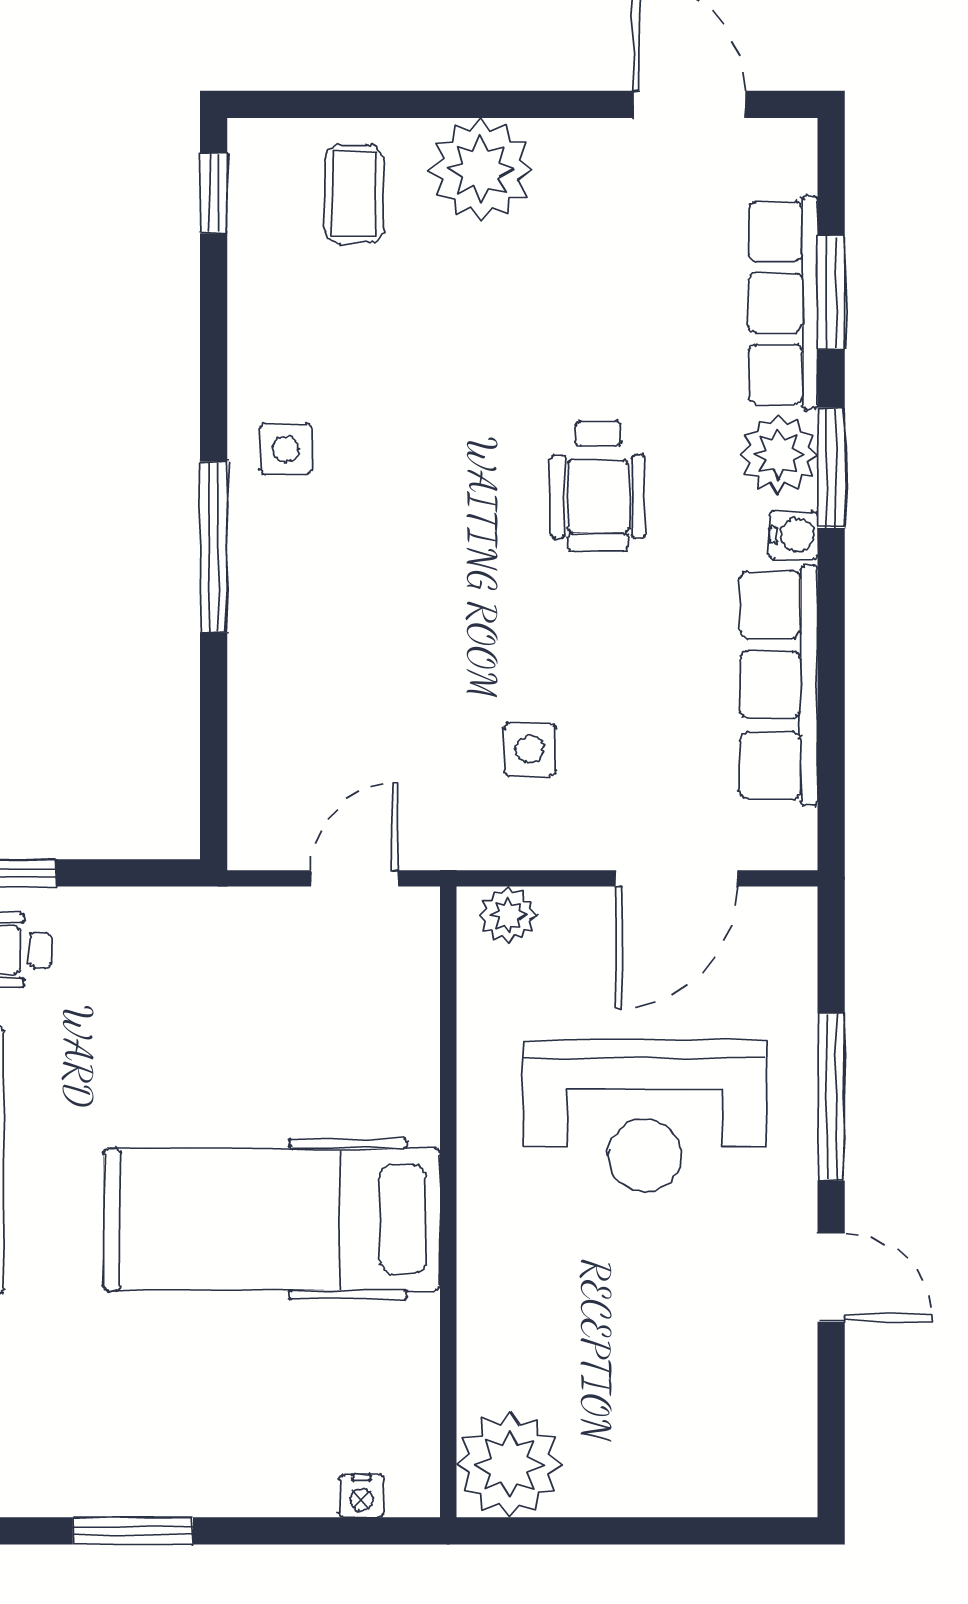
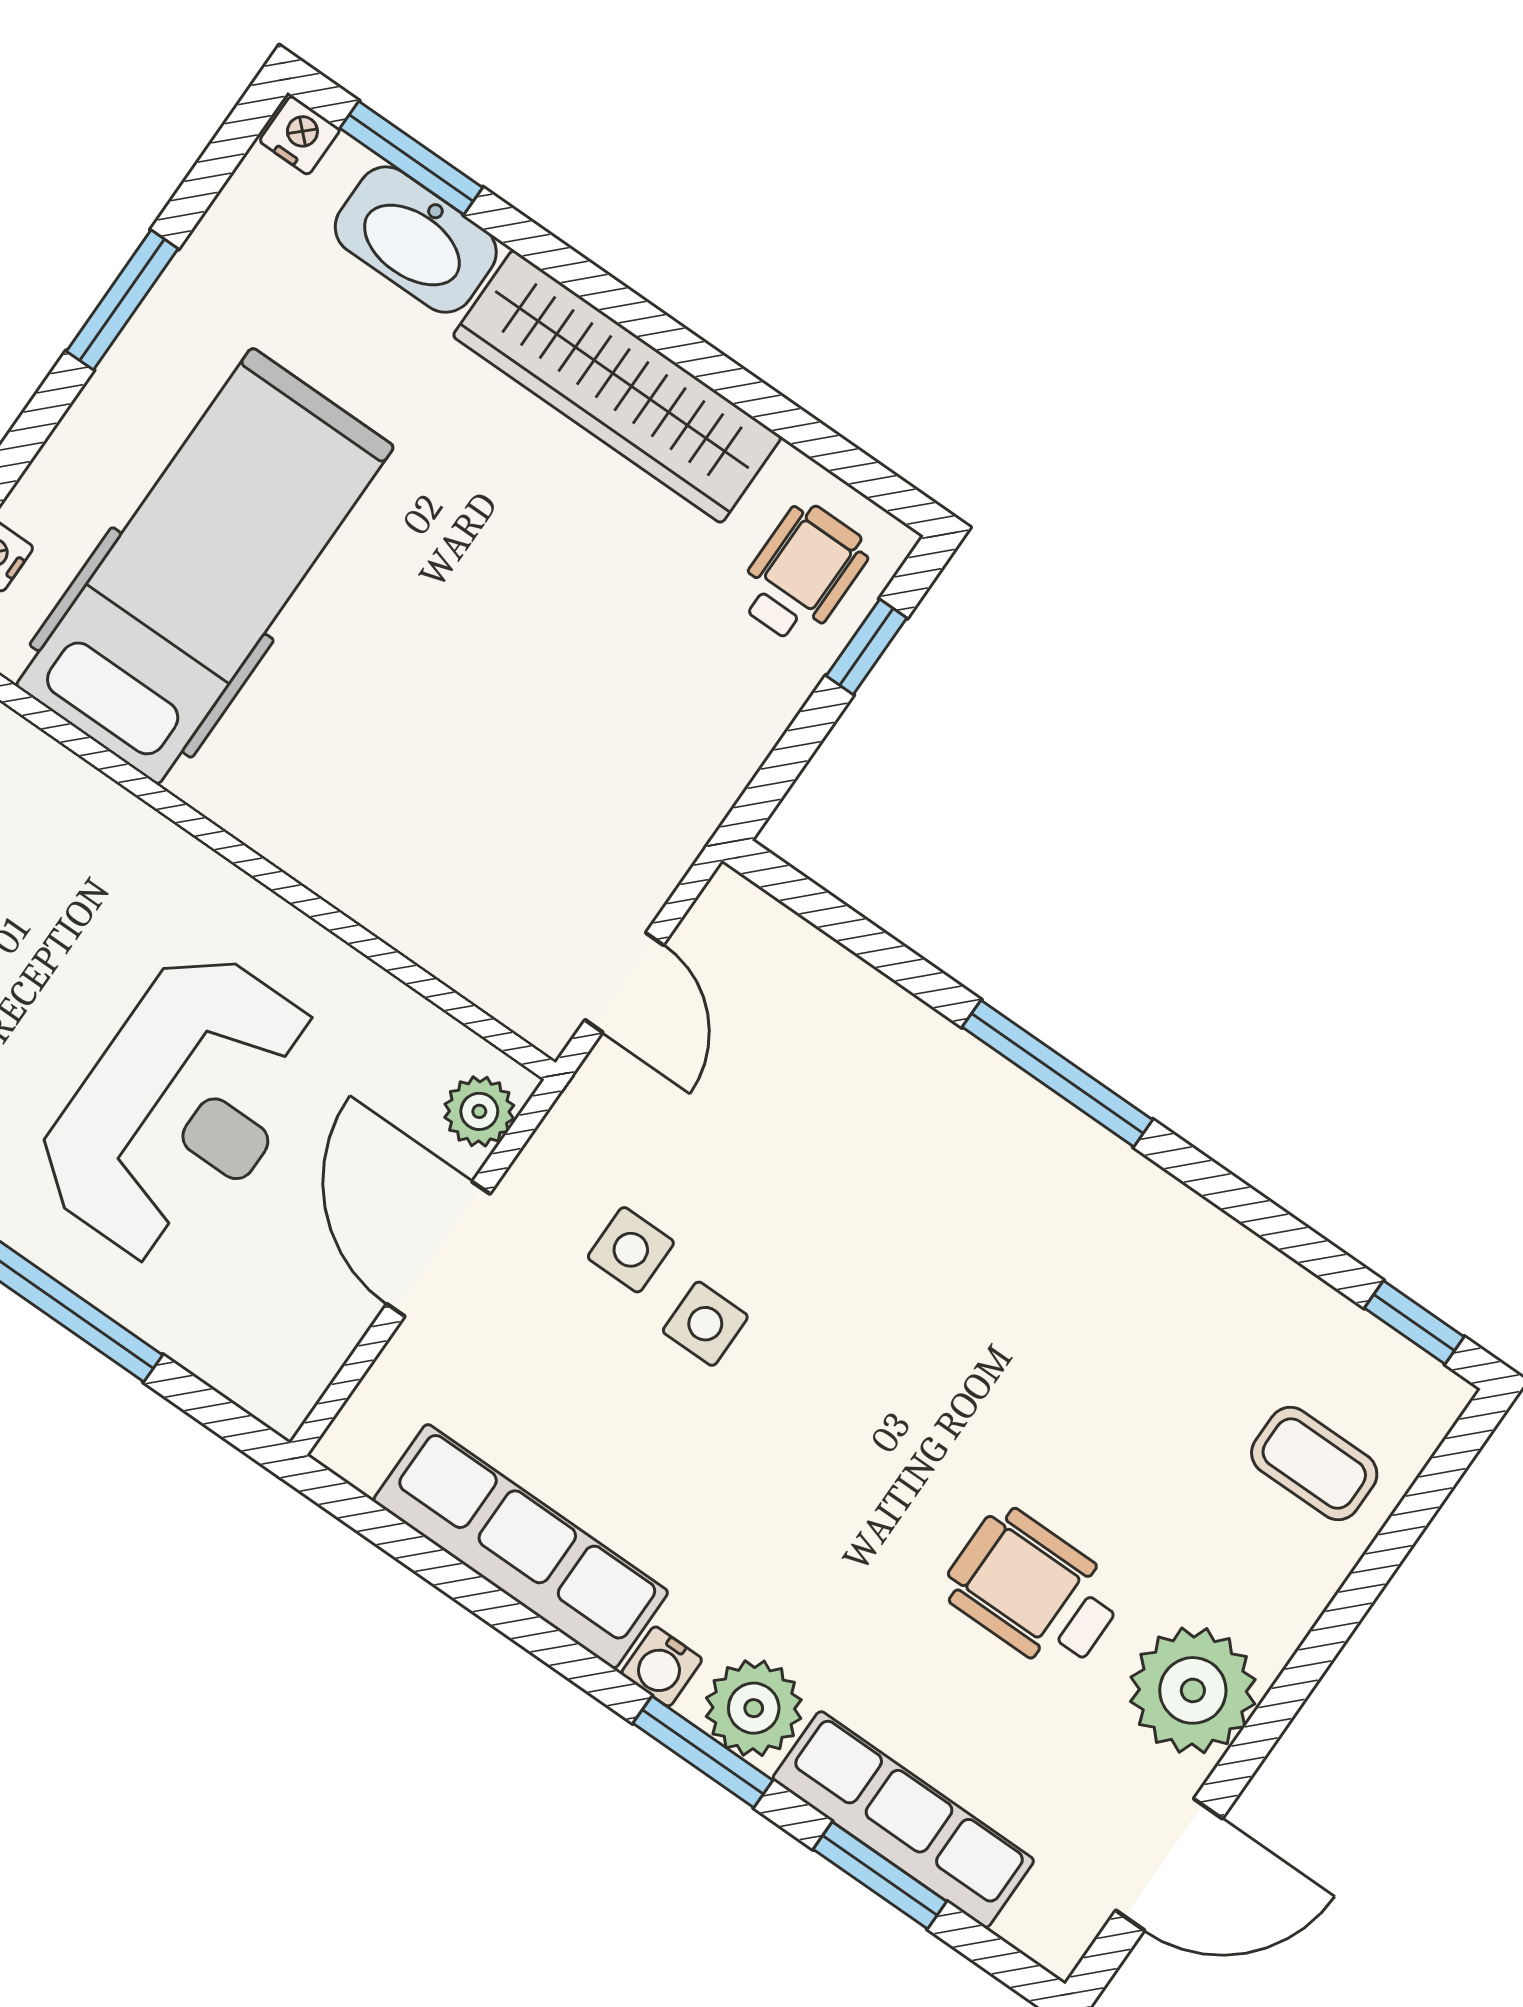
plant: (481, 170) -> (1193, 1690), moved
side table: (286, 449) -> (705, 1324), moved
wheelchair: (598, 486) -> (1033, 1591), moved
door: (677, 878) -> (438, 1249), moved
reception desk: (644, 1116) -> (181, 1108), turned 180
hospital bed: (272, 1219) -> (205, 566), moved

